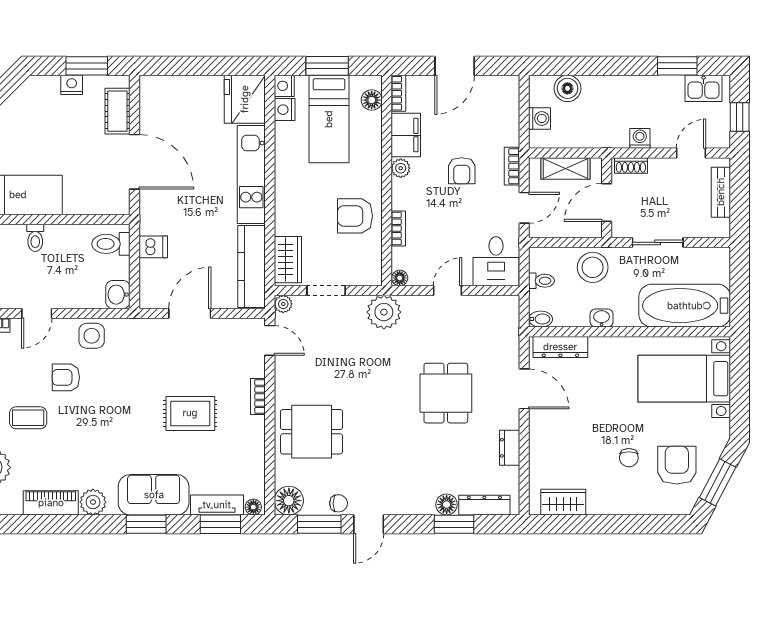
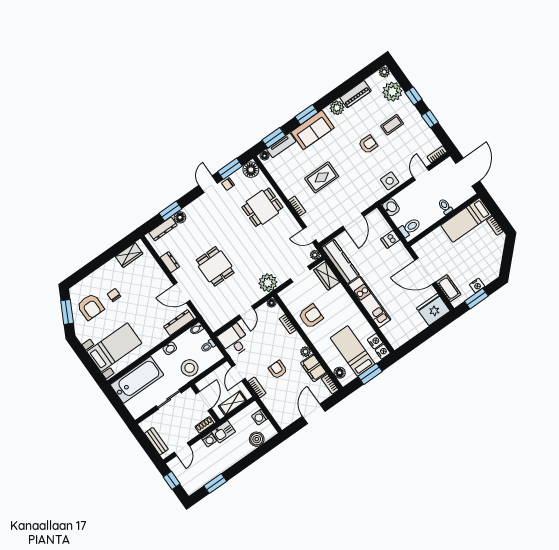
kitchen sink: (704, 88) -> (223, 432), moved, turned 180
fridge: (245, 99) -> (433, 309), moved, turned -90
armchair: (66, 377) -> (368, 144), moved

